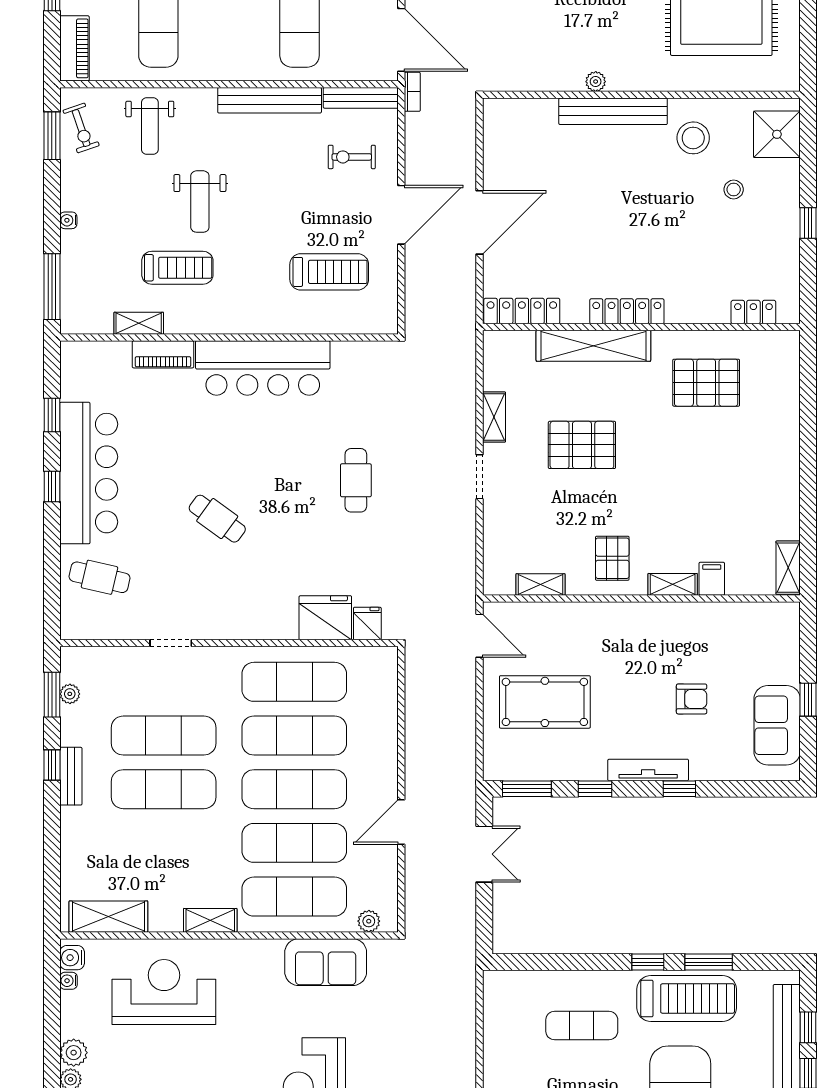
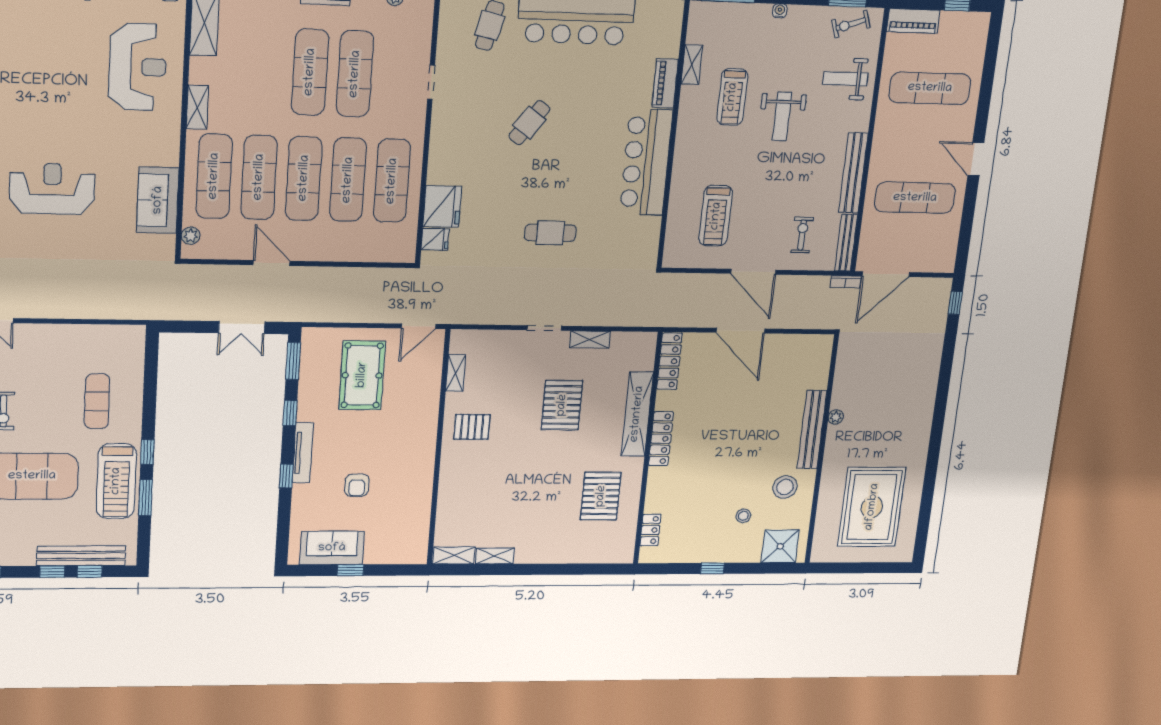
weight bench: (200, 202) -> (782, 116), turned -90
filing cabinet: (712, 579) -> (450, 500), removed
shelving: (673, 584) -> (495, 556), moved, turned 90

